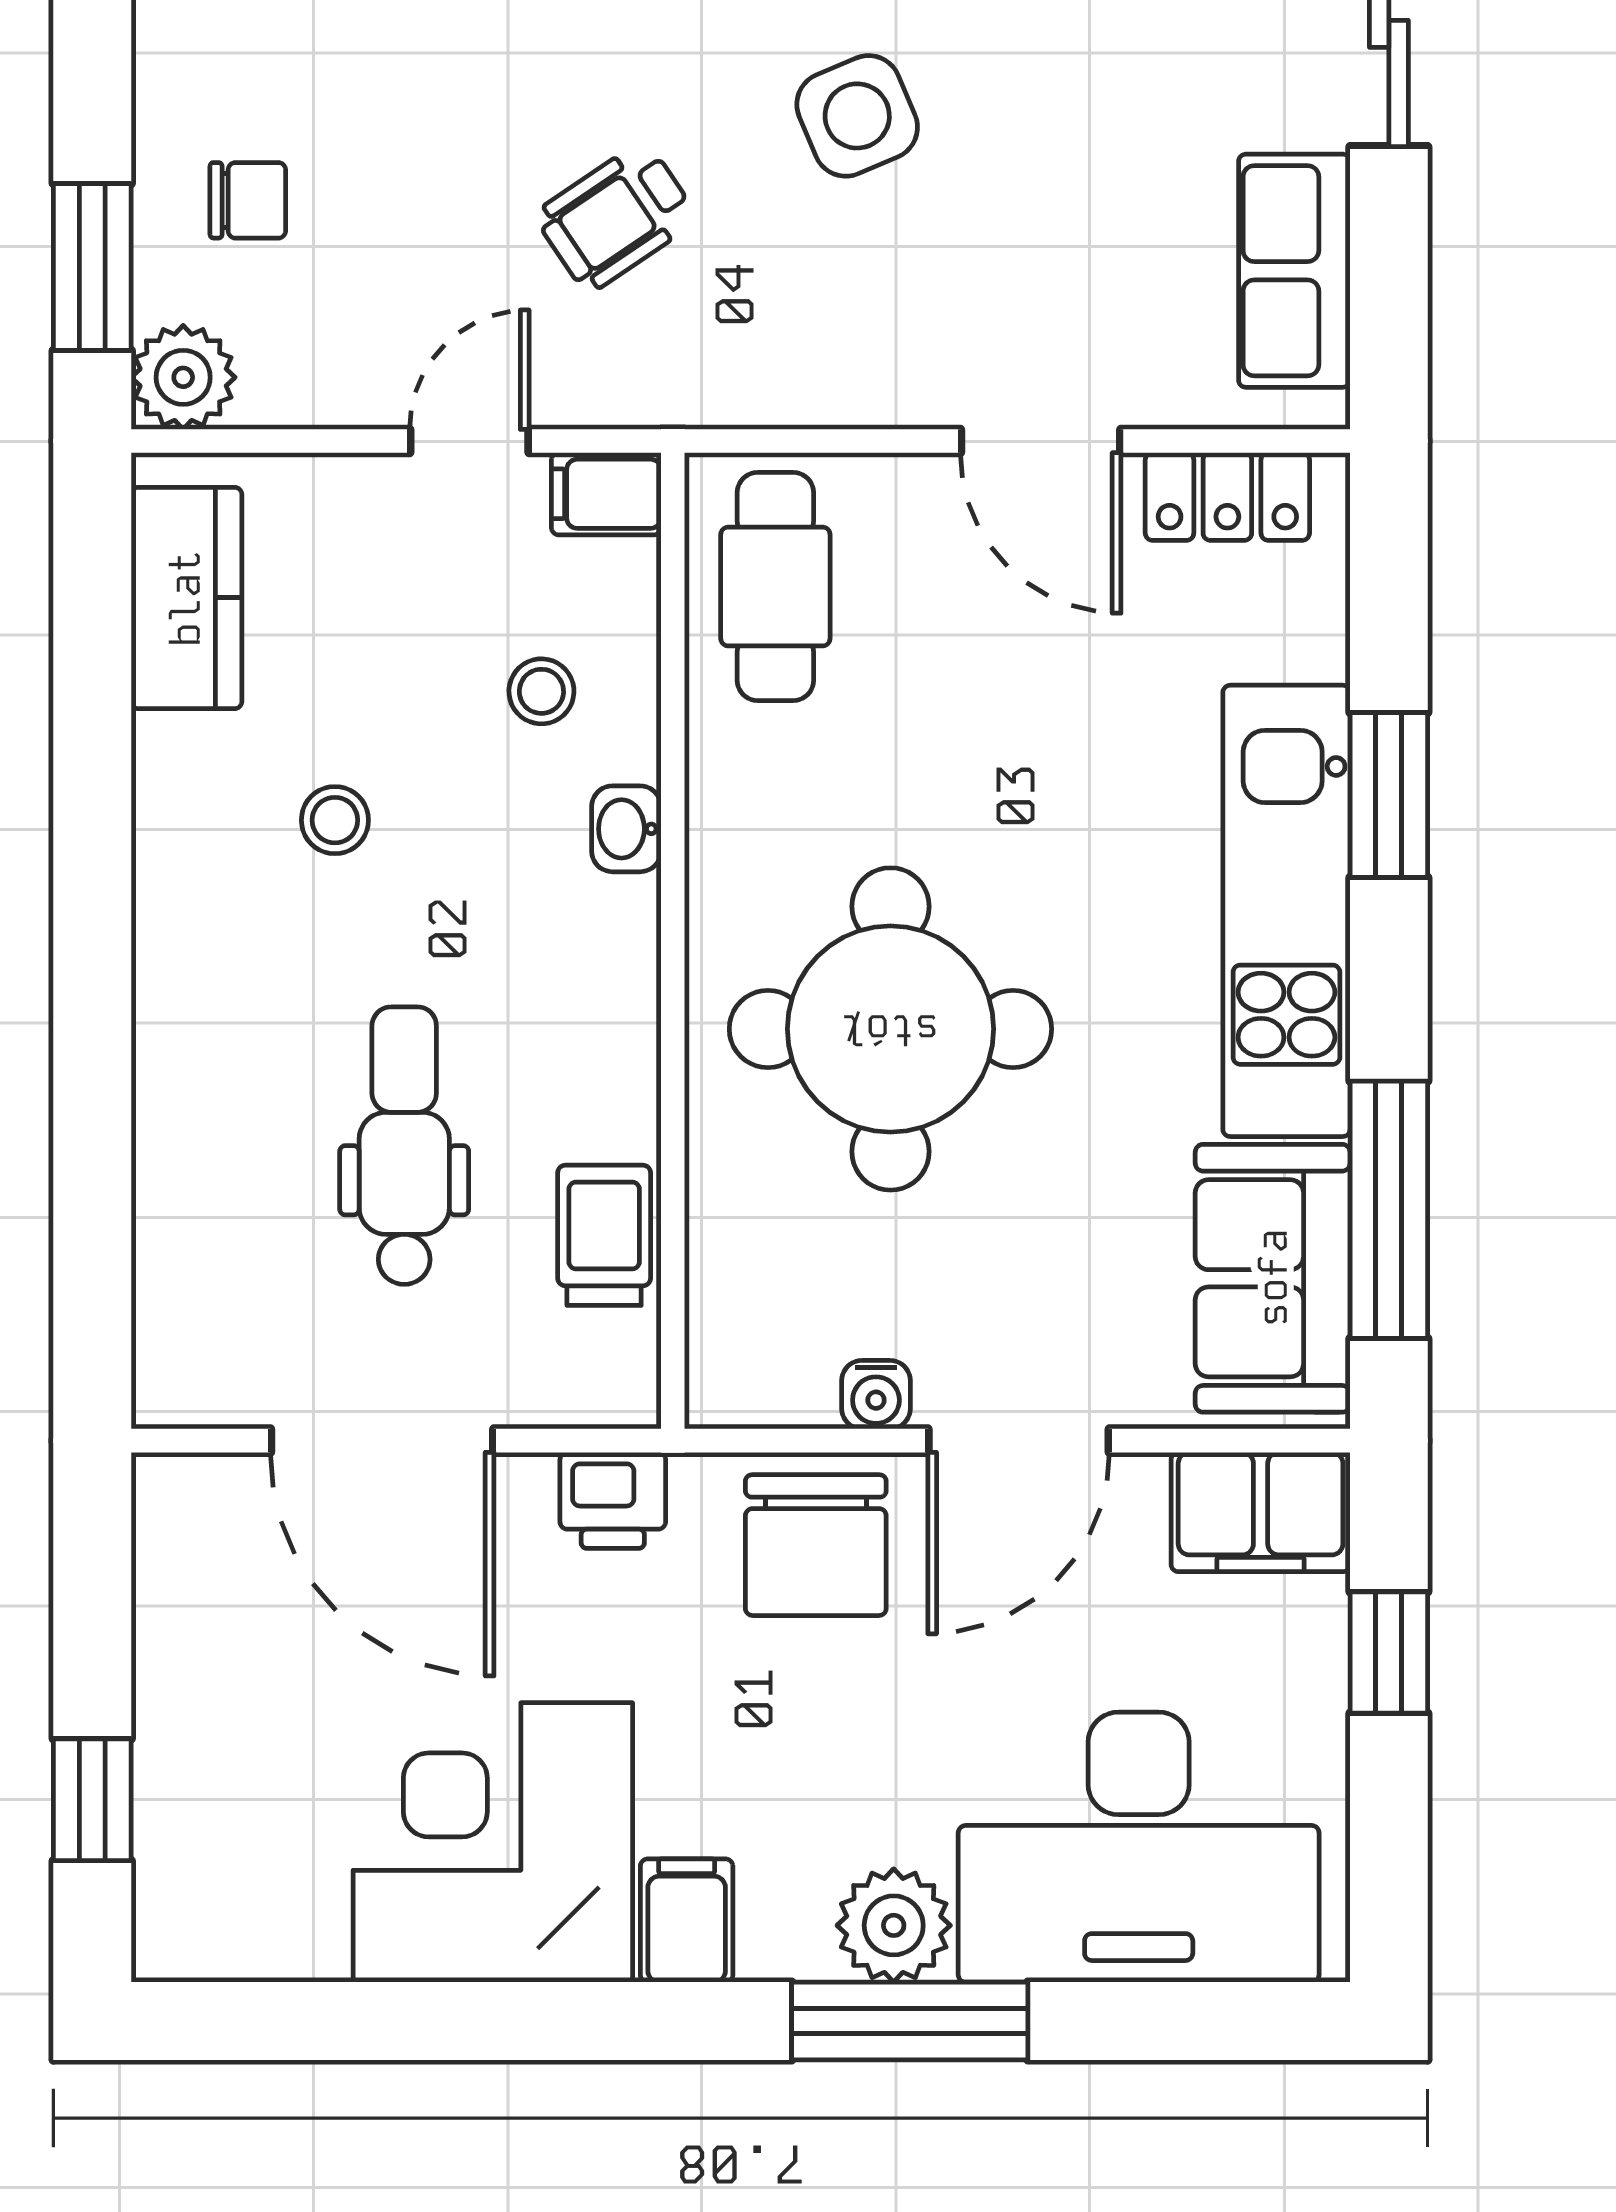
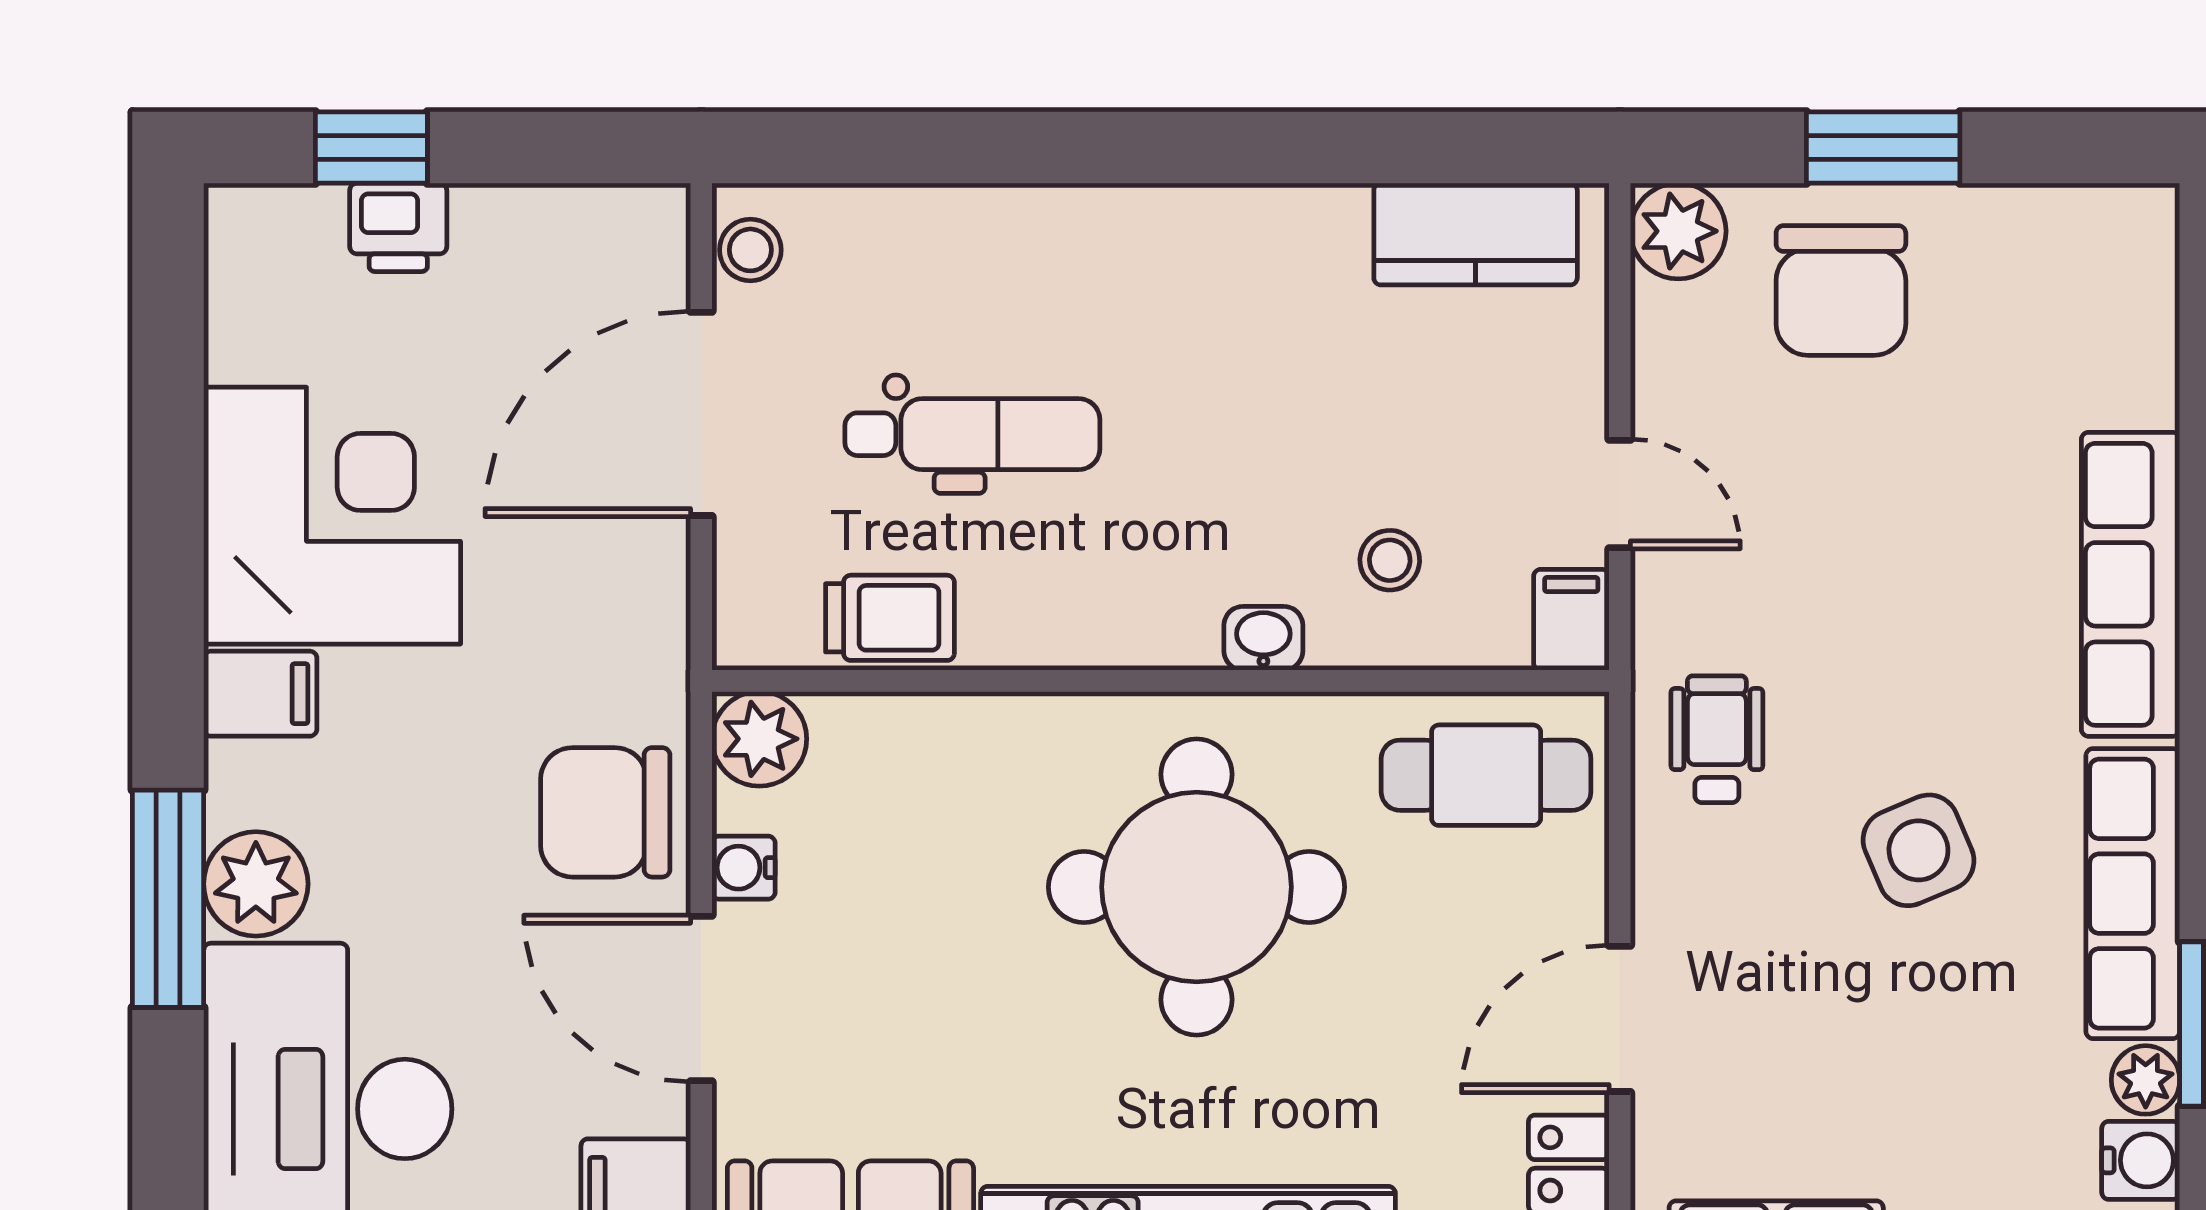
chair: (248, 200) -> (1841, 290), width x1.87, depth x1.87
wheelchair: (616, 217) -> (1717, 739), moved, turned 34
window: (92, 267) -> (1883, 148), moved
stool: (335, 820) -> (750, 250), moved
round table: (890, 1029) -> (1197, 887), moved
plant: (736, 1377) -> (759, 739), added
printer: (613, 1500) -> (398, 227), moved, turned -90

